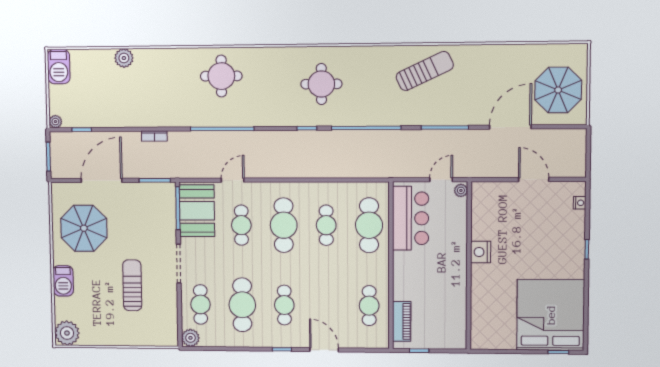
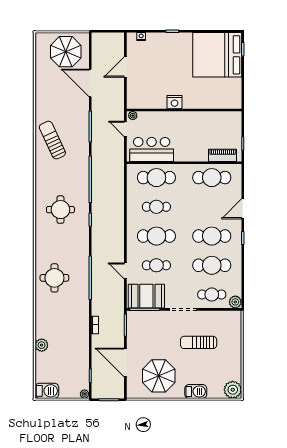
cafe table: (284, 305) -> (212, 236), width x1.37, depth x1.35
cafe table: (369, 306) -> (212, 178), width x1.37, depth x1.35

